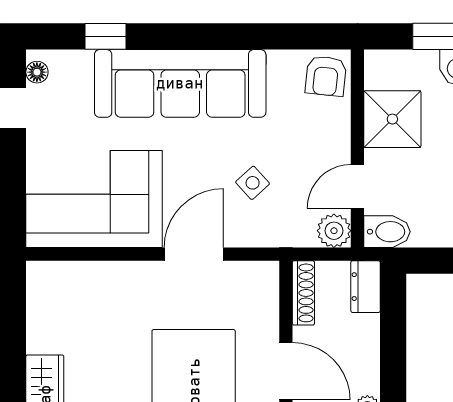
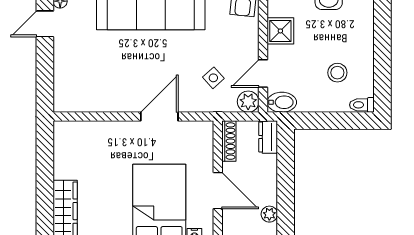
shower: (392, 119) -> (280, 31), width x0.73, depth x0.73
side table: (253, 183) -> (213, 78), moved
corner sofa: (94, 199) -> (96, 82), removed

